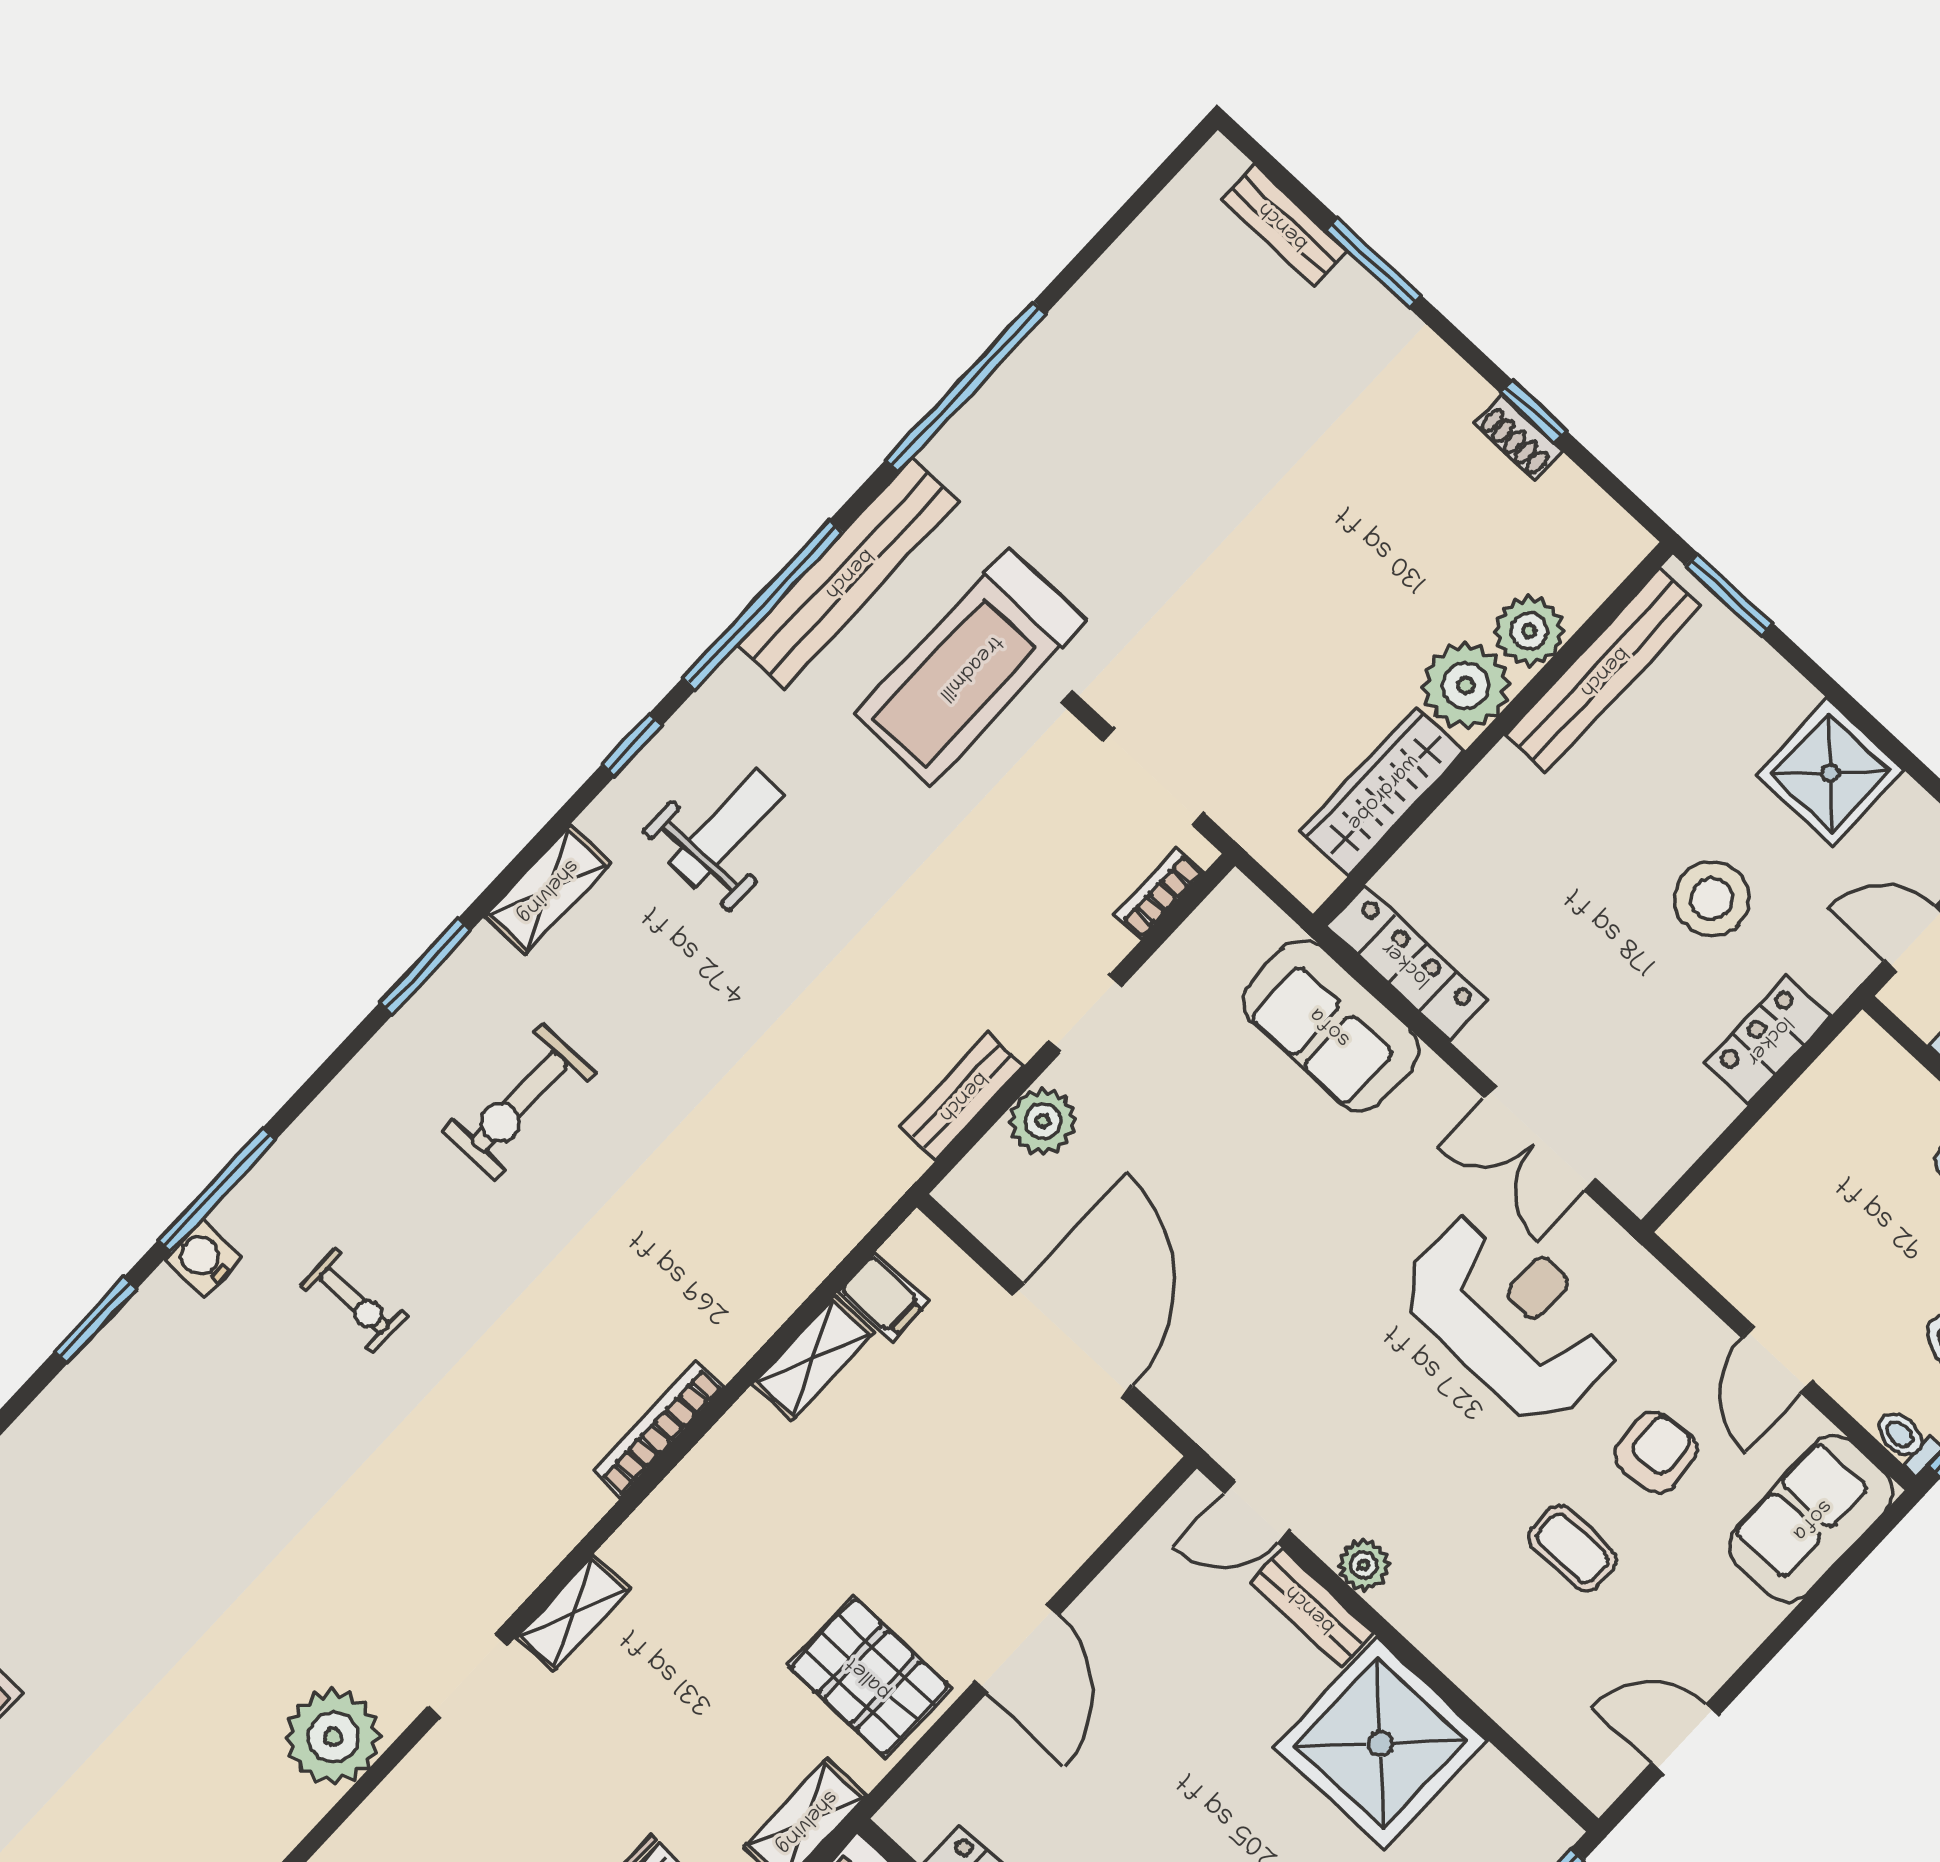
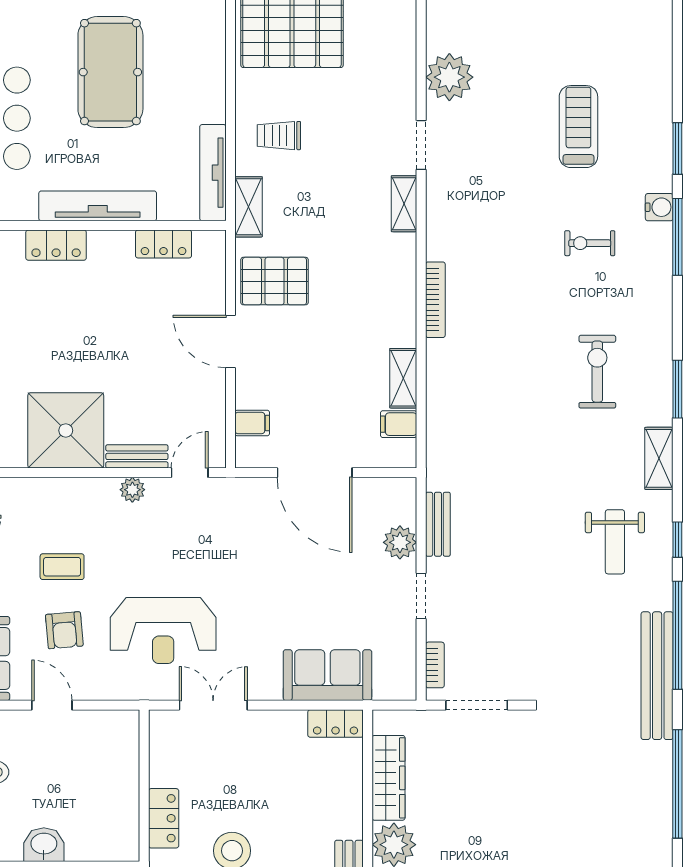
treadmill: (970, 667) -> (578, 127), moved, width x0.73, depth x0.73
locker: (1407, 963) -> (336, 724), width x0.66
filing cabinet: (1096, 1499) -> (252, 423), added

